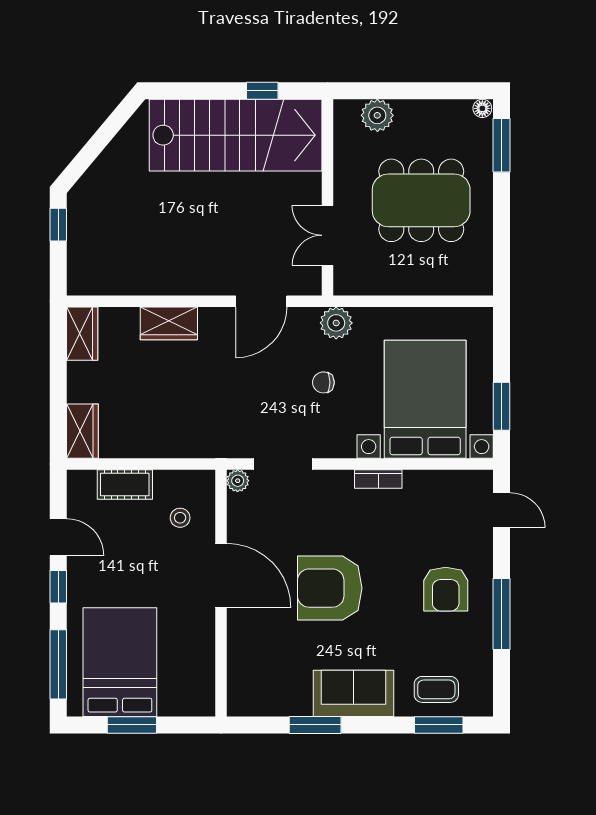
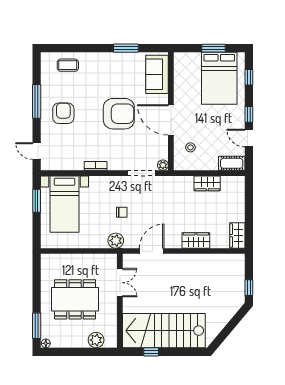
bed with nightstands: (425, 399) -> (65, 204), width x0.73
wardrobe: (82, 431) -> (207, 183), moved, turned -90
cot: (125, 485) -> (232, 163), moved
window: (58, 664) -> (249, 77), width x0.46
sofa: (354, 693) -> (157, 74), moved, turned 90
window: (439, 725) -> (67, 48), removed

